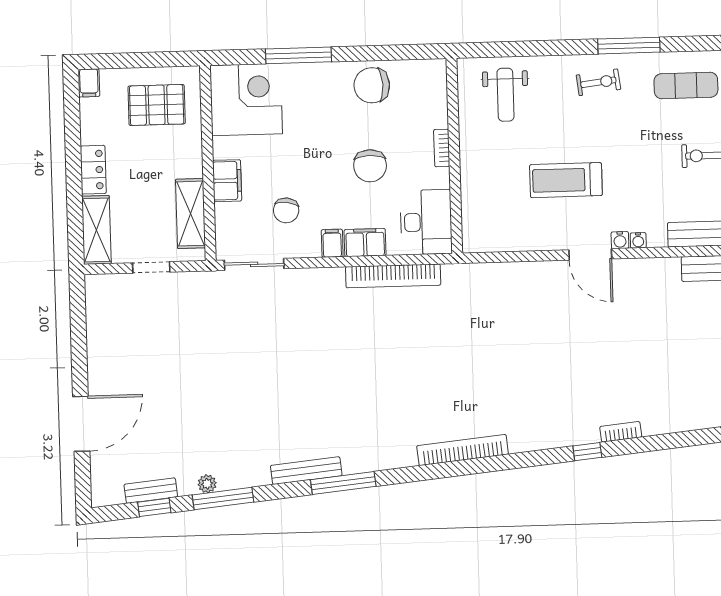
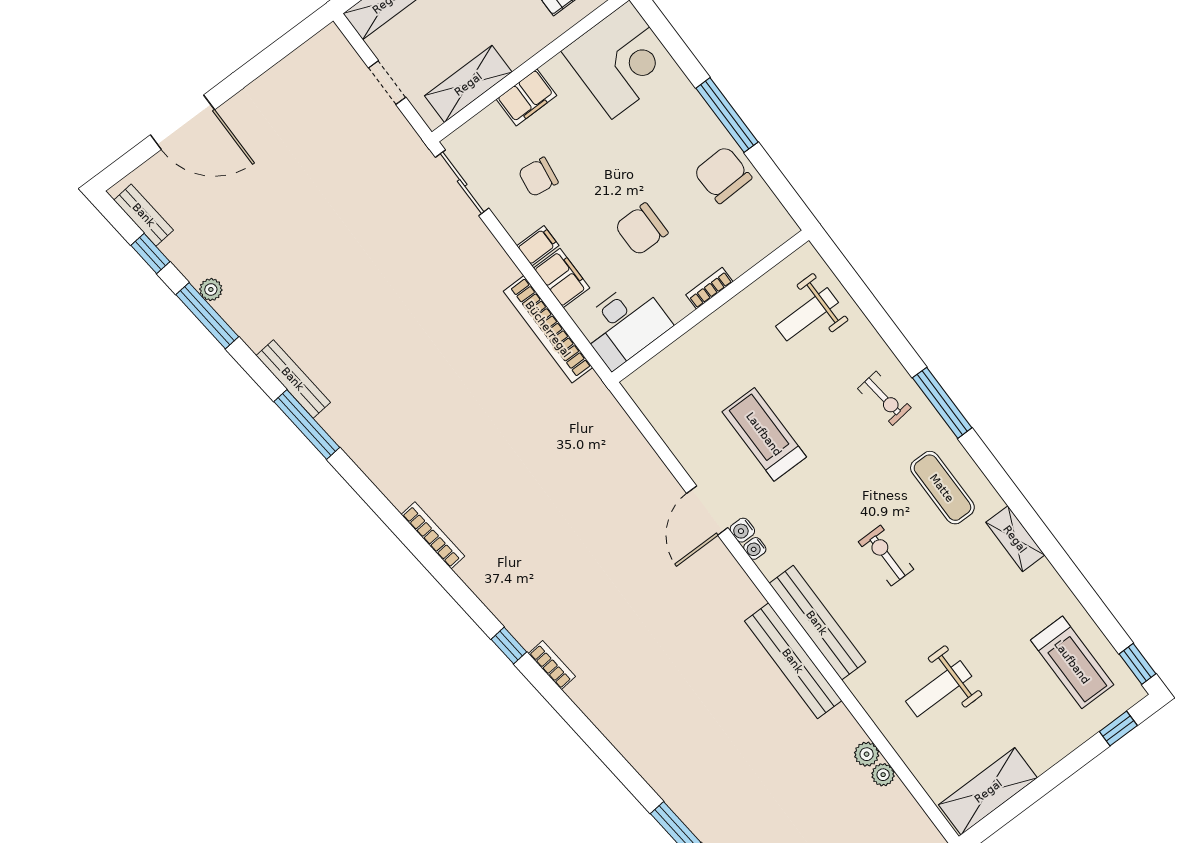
window: (298, 55) -> (727, 115), moved
bookcase: (463, 450) -> (433, 535), width x0.68, depth x0.76
bench: (151, 491) -> (144, 215), moved

